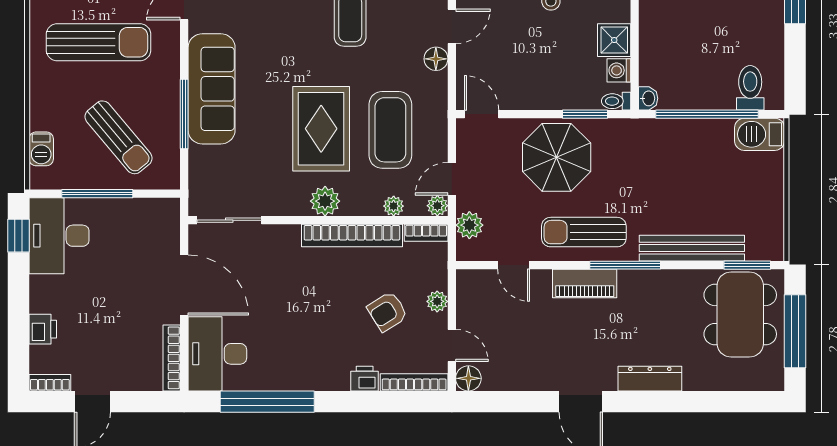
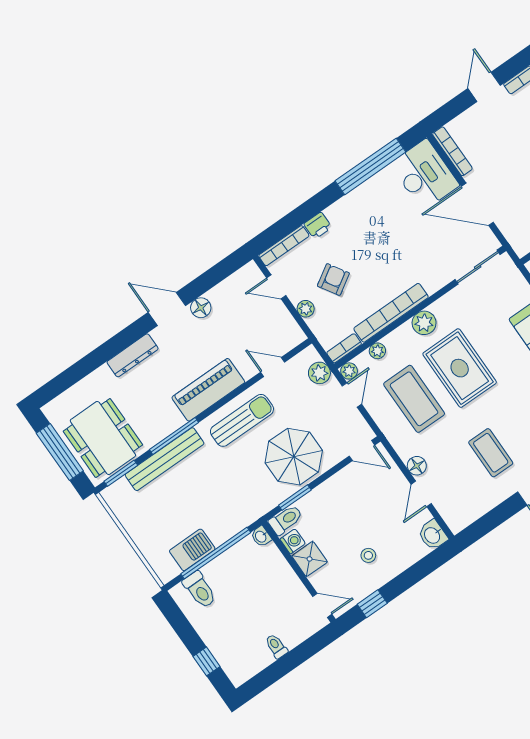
toilet: (616, 101) -> (286, 520), width x1.37, depth x1.39
barbecue: (760, 134) -> (192, 550), moved
window: (625, 265) -> (174, 436), moved
piano: (585, 283) -> (208, 390), width x1.37, depth x1.33
floor lamp: (468, 378) -> (201, 308), moved

